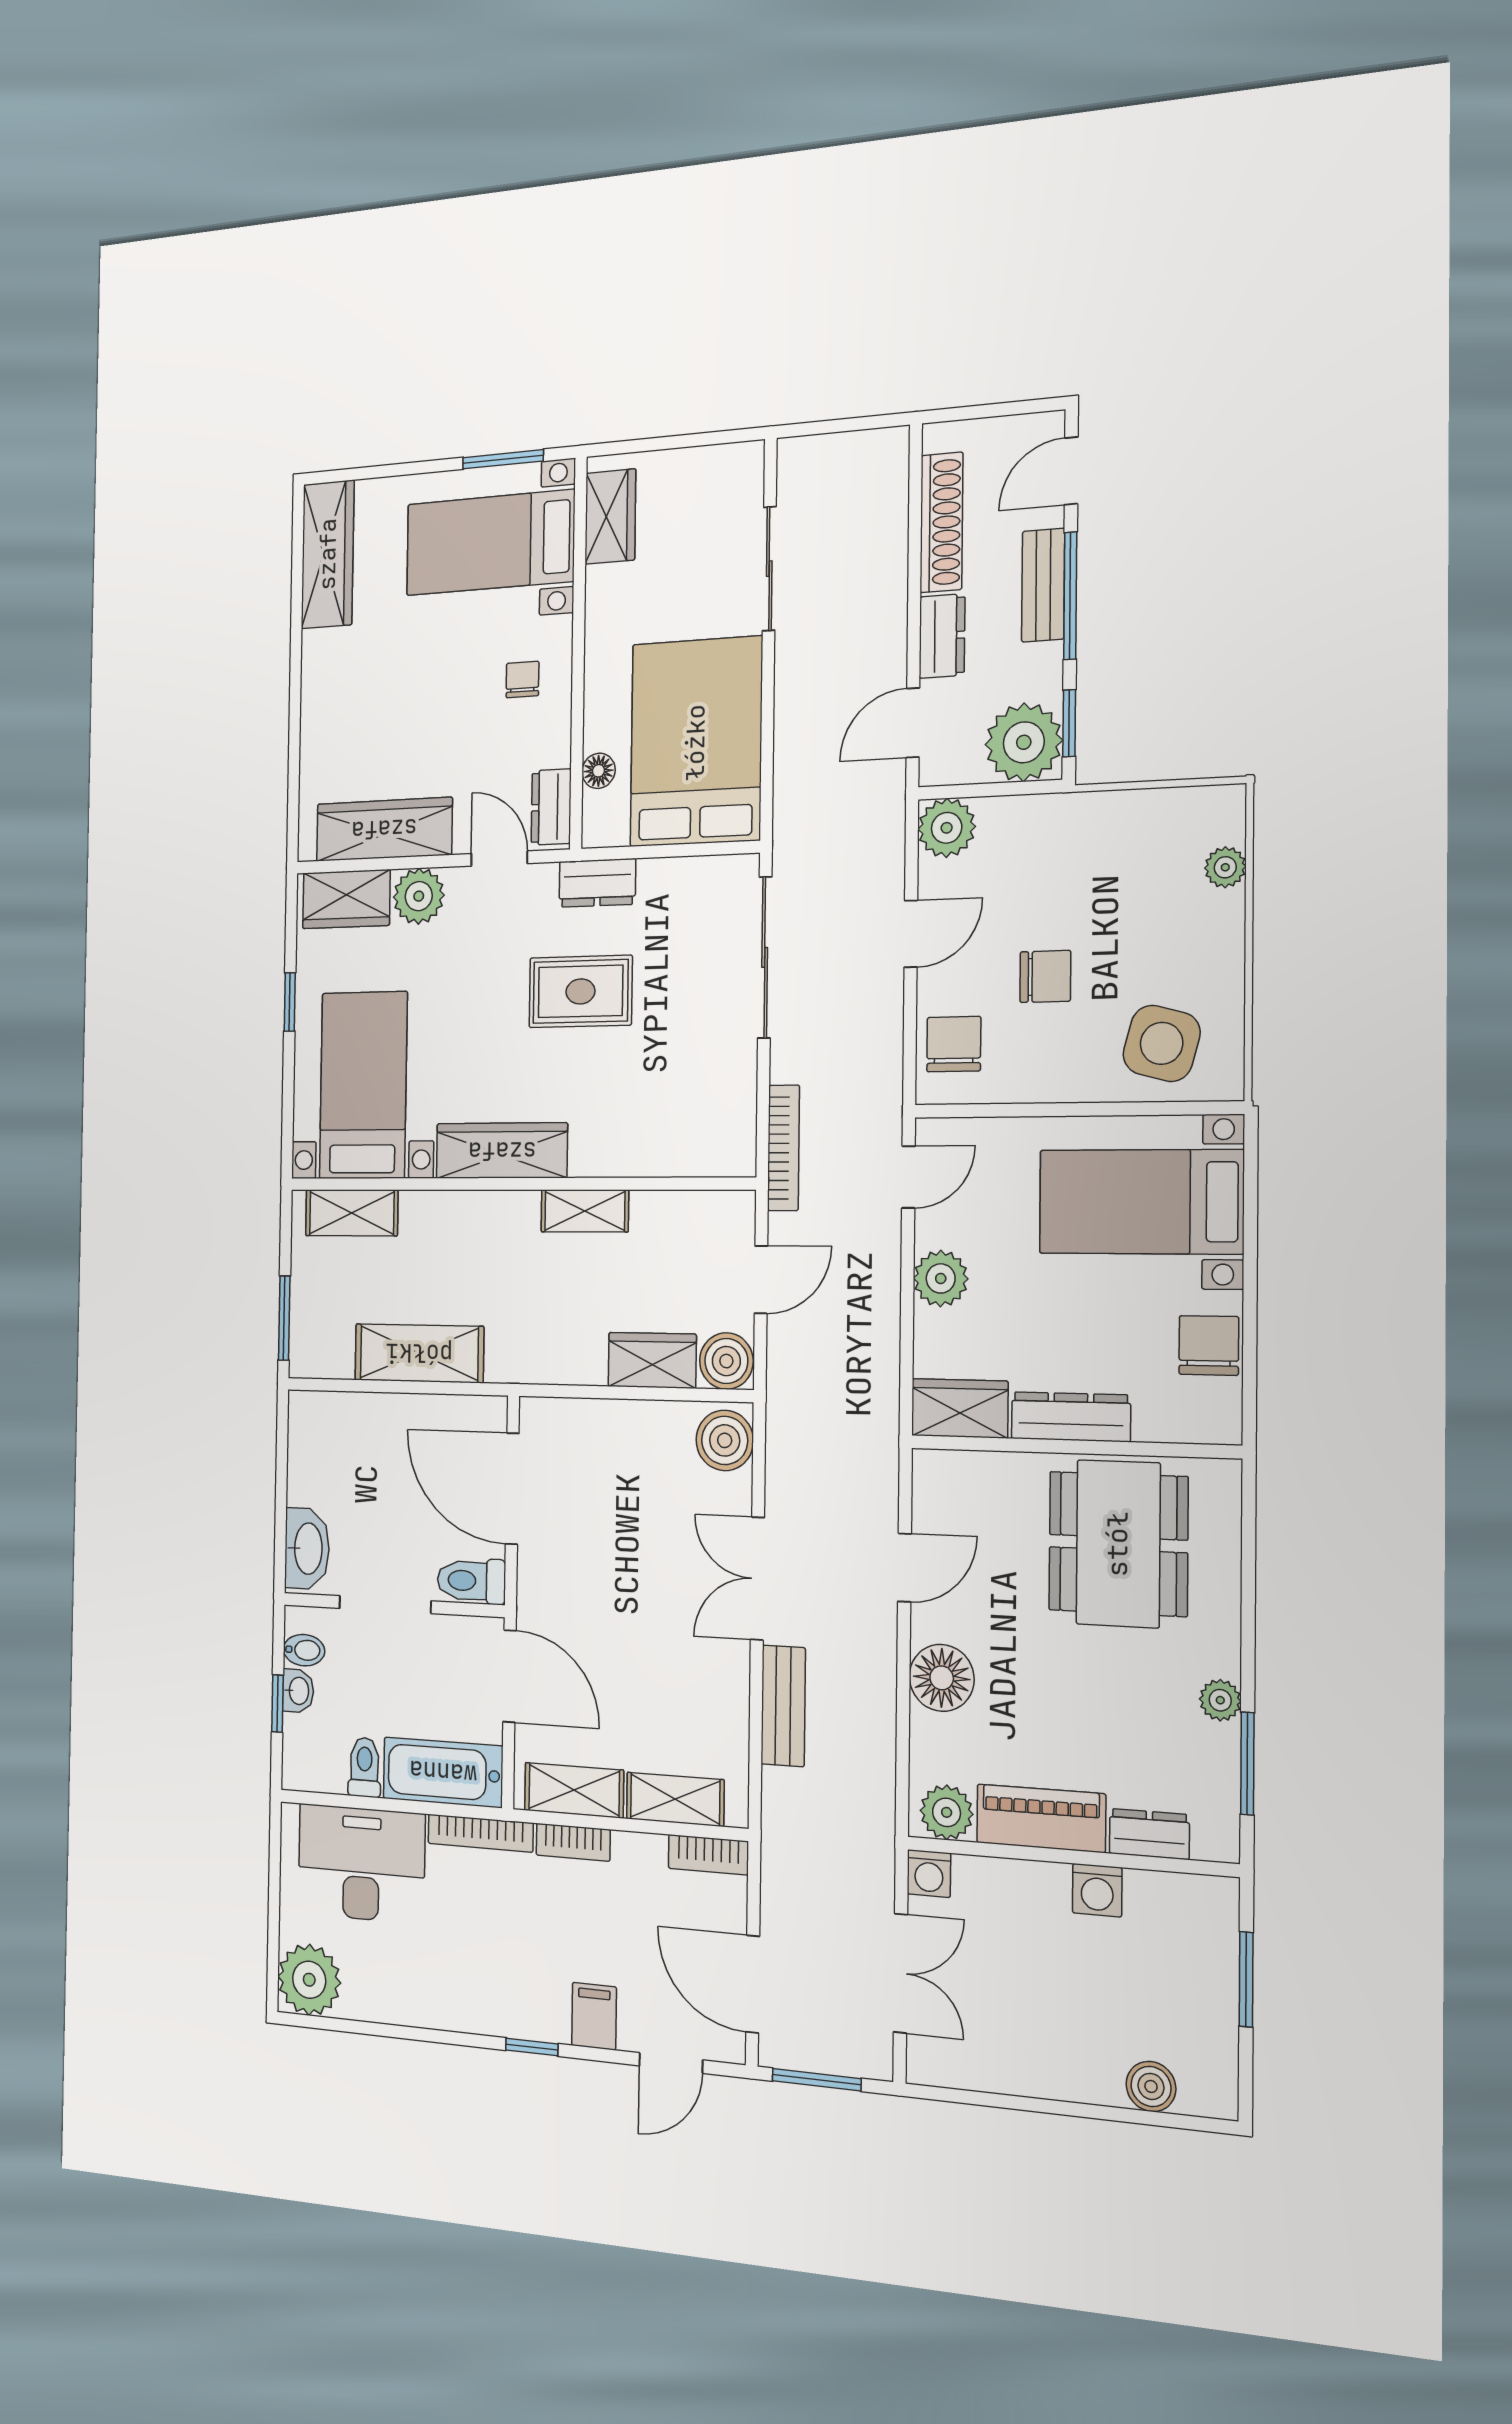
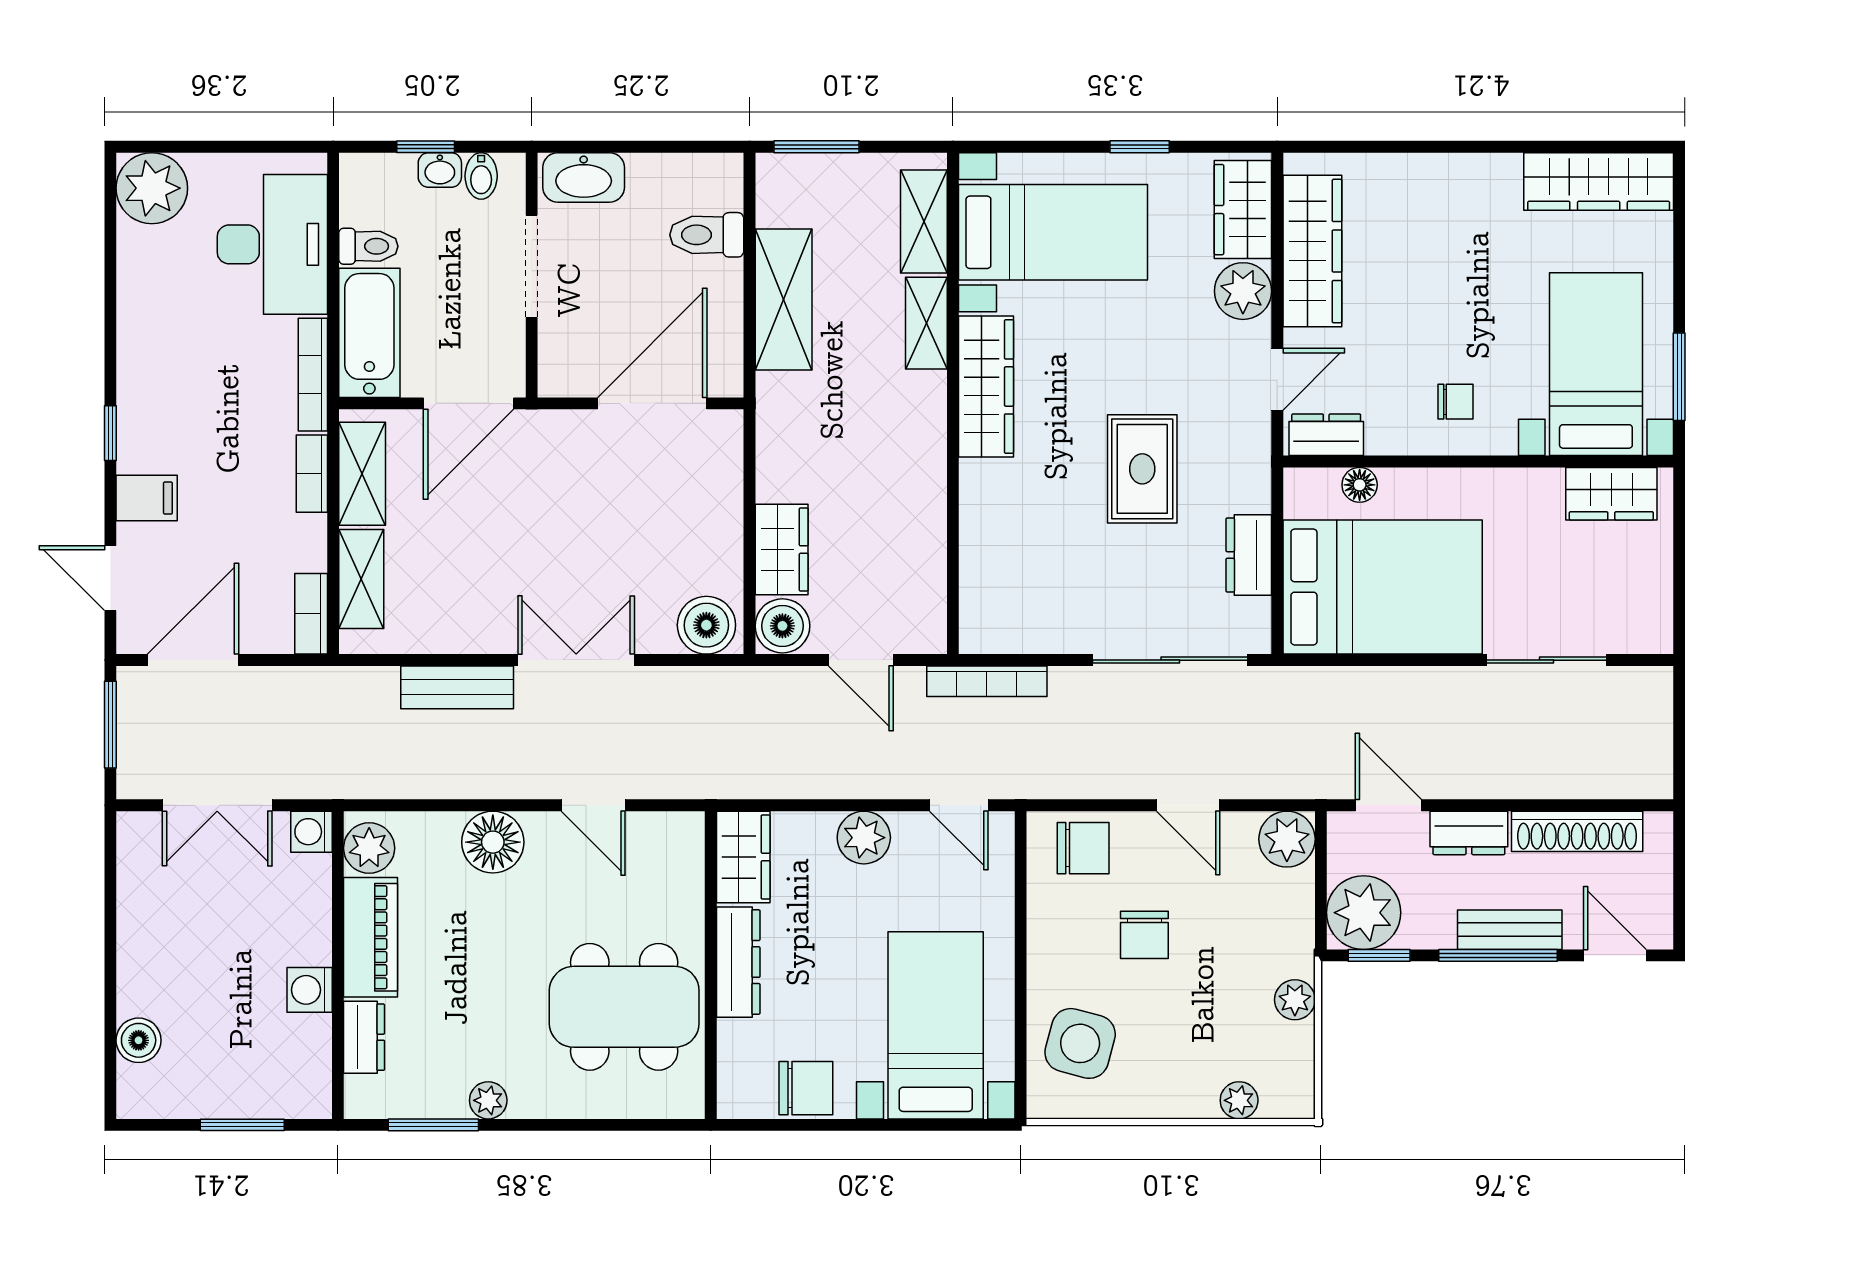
plant: (1116, 811) -> (1295, 1000), added
dresser: (597, 883) -> (1249, 555), moved
shelving: (585, 1211) -> (926, 323), moved
toilet: (471, 1581) -> (707, 235), moved, turned -90

